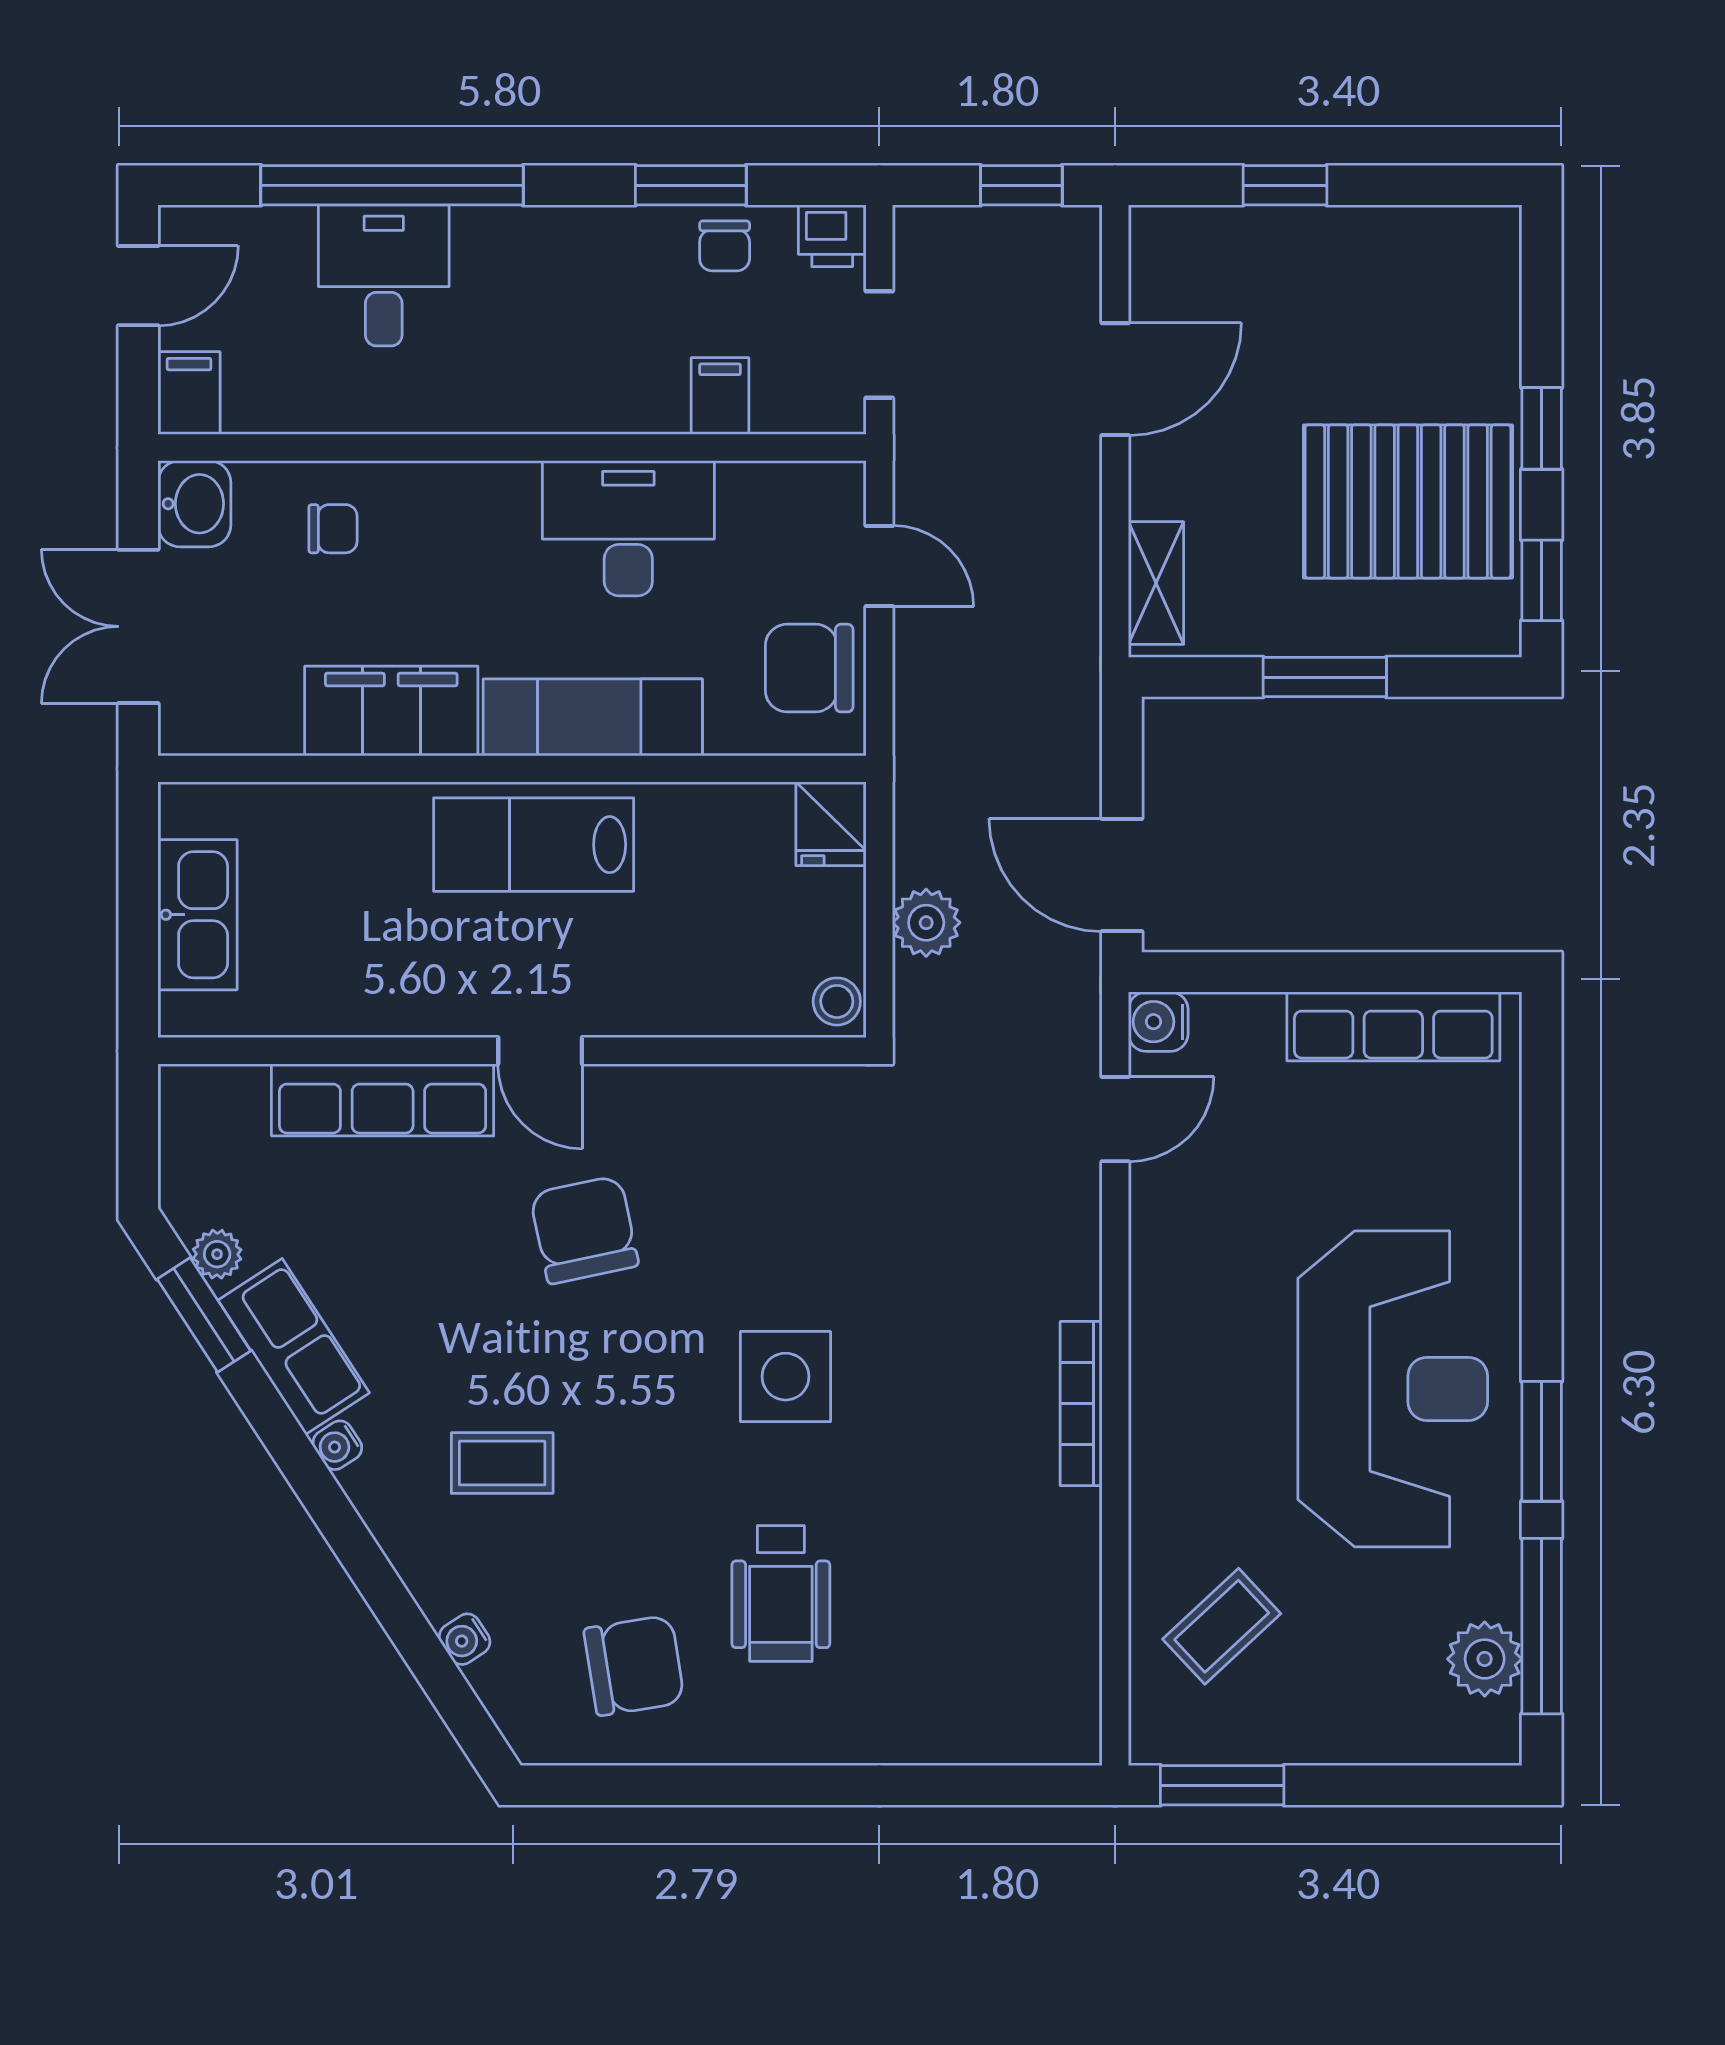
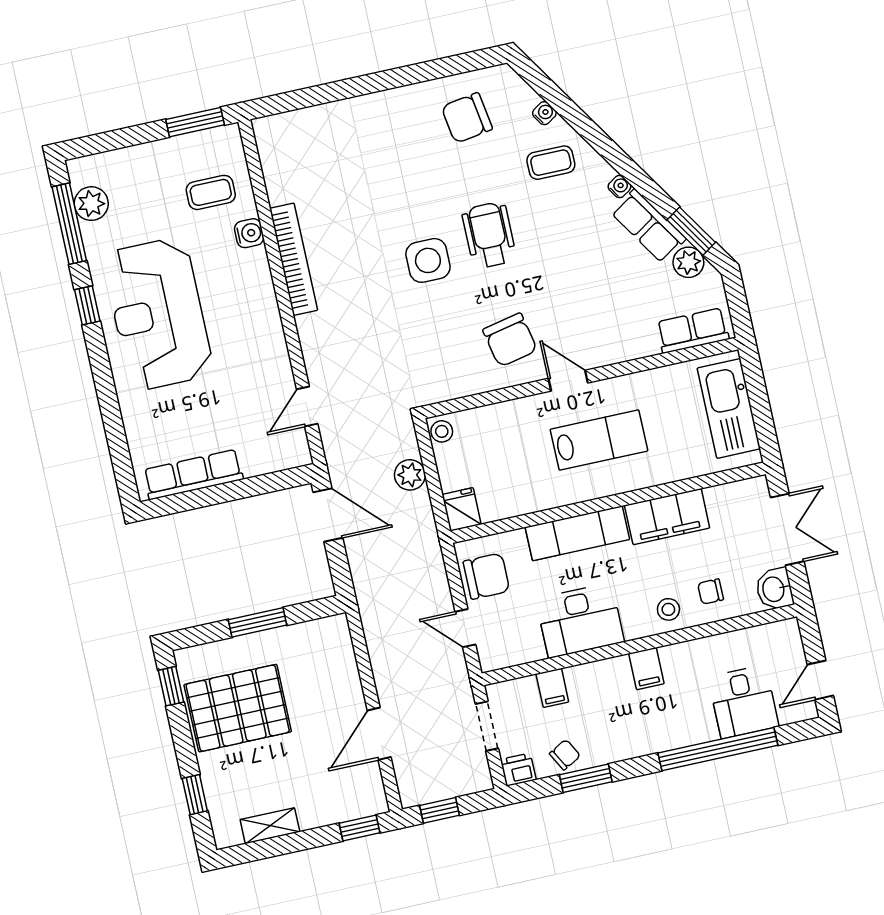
window: (1285, 185) -> (359, 828), moved
chair: (725, 246) -> (565, 755), turned 61
desk: (384, 275) -> (743, 702), moved
filing cabinet: (189, 393) -> (646, 669), moved
window: (1542, 428) -> (195, 795), moved
stool: (432, 510) -> (668, 609), added
shelving: (1156, 583) -> (270, 826), moved, turned 90
lab bench: (534, 845) -> (599, 440), moved
kitchen sink: (197, 915) -> (729, 408), width x1.36, depth x1.24
water cooler: (1158, 1022) -> (249, 233), moved
row of seats: (383, 1100) -> (693, 331), moved, width x0.68
chair: (584, 1230) -> (510, 340), moved
plant: (217, 1254) -> (688, 262), width x1.38, depth x1.38
bookcase: (1081, 1404) -> (294, 259), width x1.48, depth x1.31
window: (1542, 1441) -> (87, 305), width x0.67
coffee table: (502, 1463) -> (551, 163), moved
wheelchair: (781, 1593) -> (489, 235), moved
coffee table: (1222, 1626) -> (211, 192), turned 43

